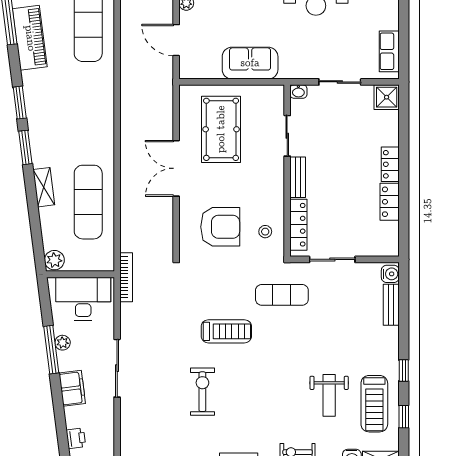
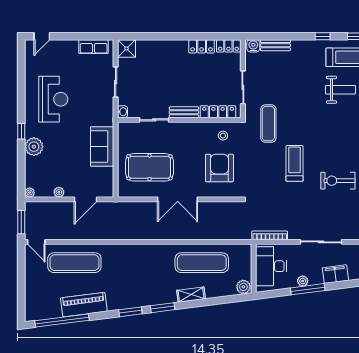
locker: (390, 164) -> (228, 46), moved
bookcase: (126, 277) -> (270, 235), moved

